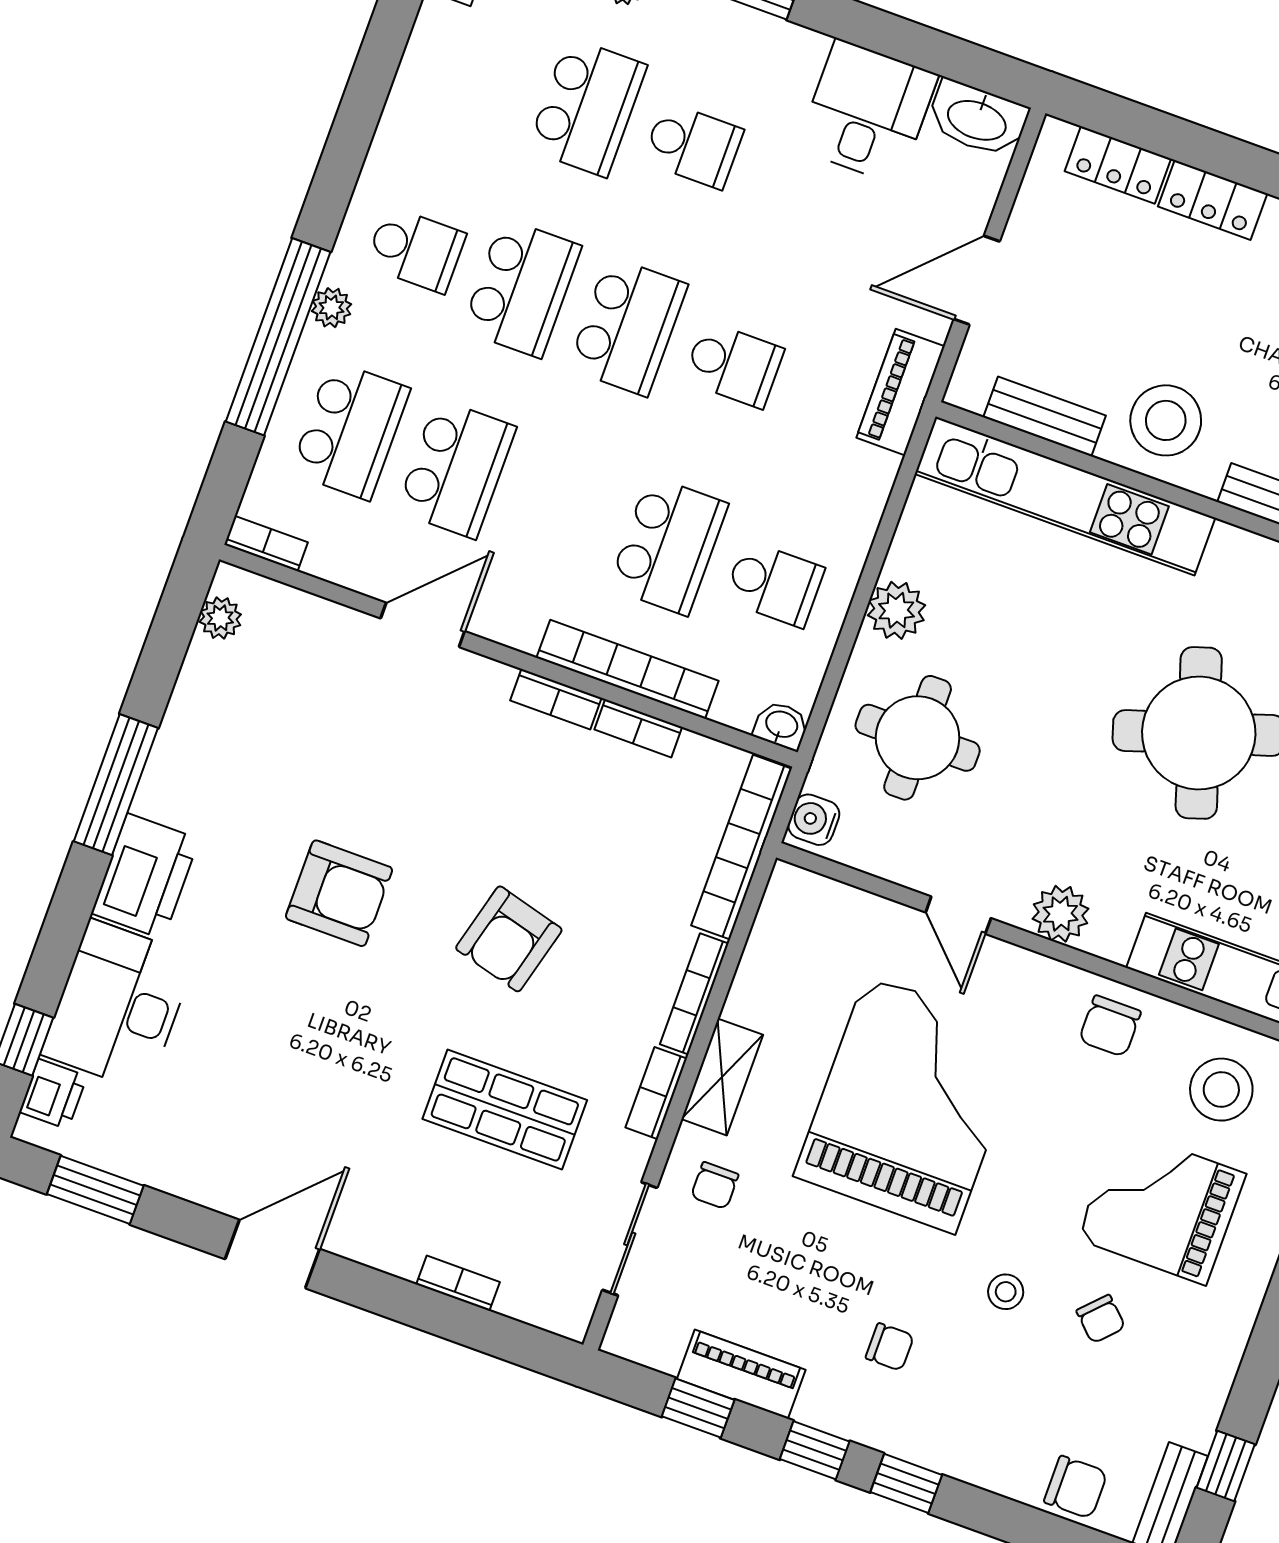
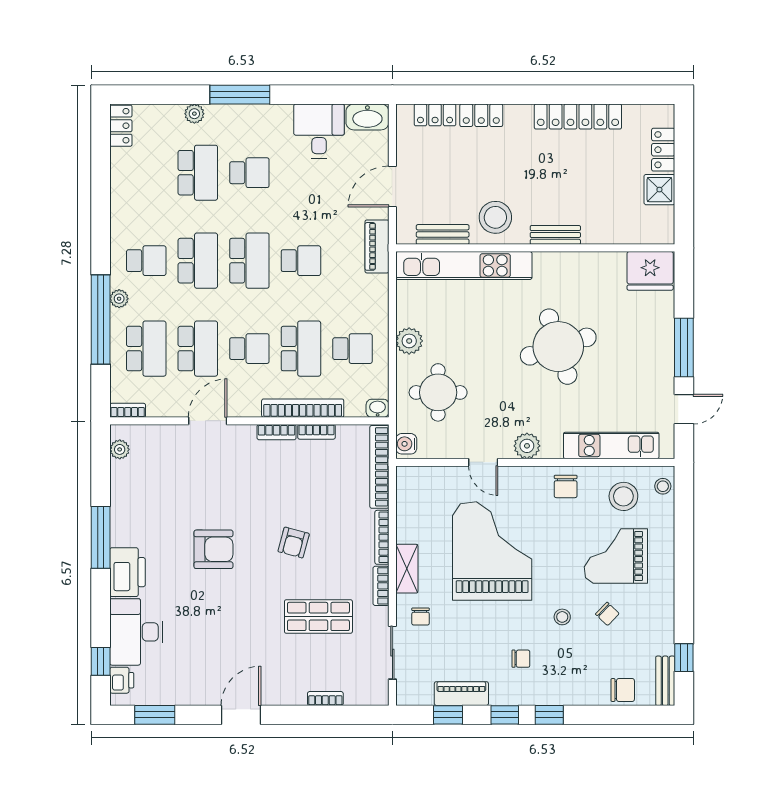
school desk: (562, 507) -> (249, 349), added
armchair: (509, 939) -> (294, 543), width x0.72, depth x0.72

